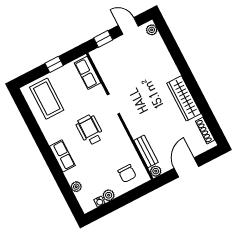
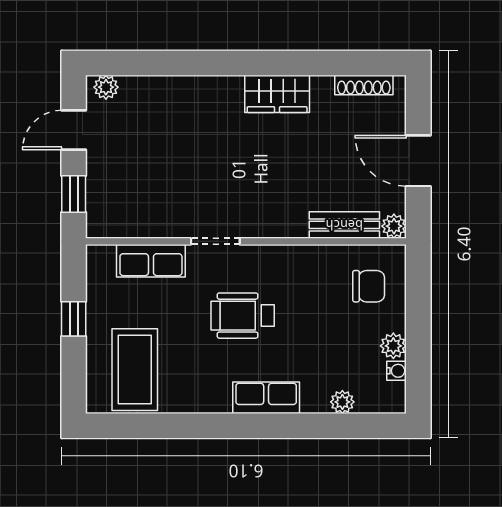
row of seats: (88, 73) -> (151, 261), moved
wardrobe: (184, 98) -> (277, 94), width x0.67
coffee table: (47, 99) -> (135, 370), turned 90

